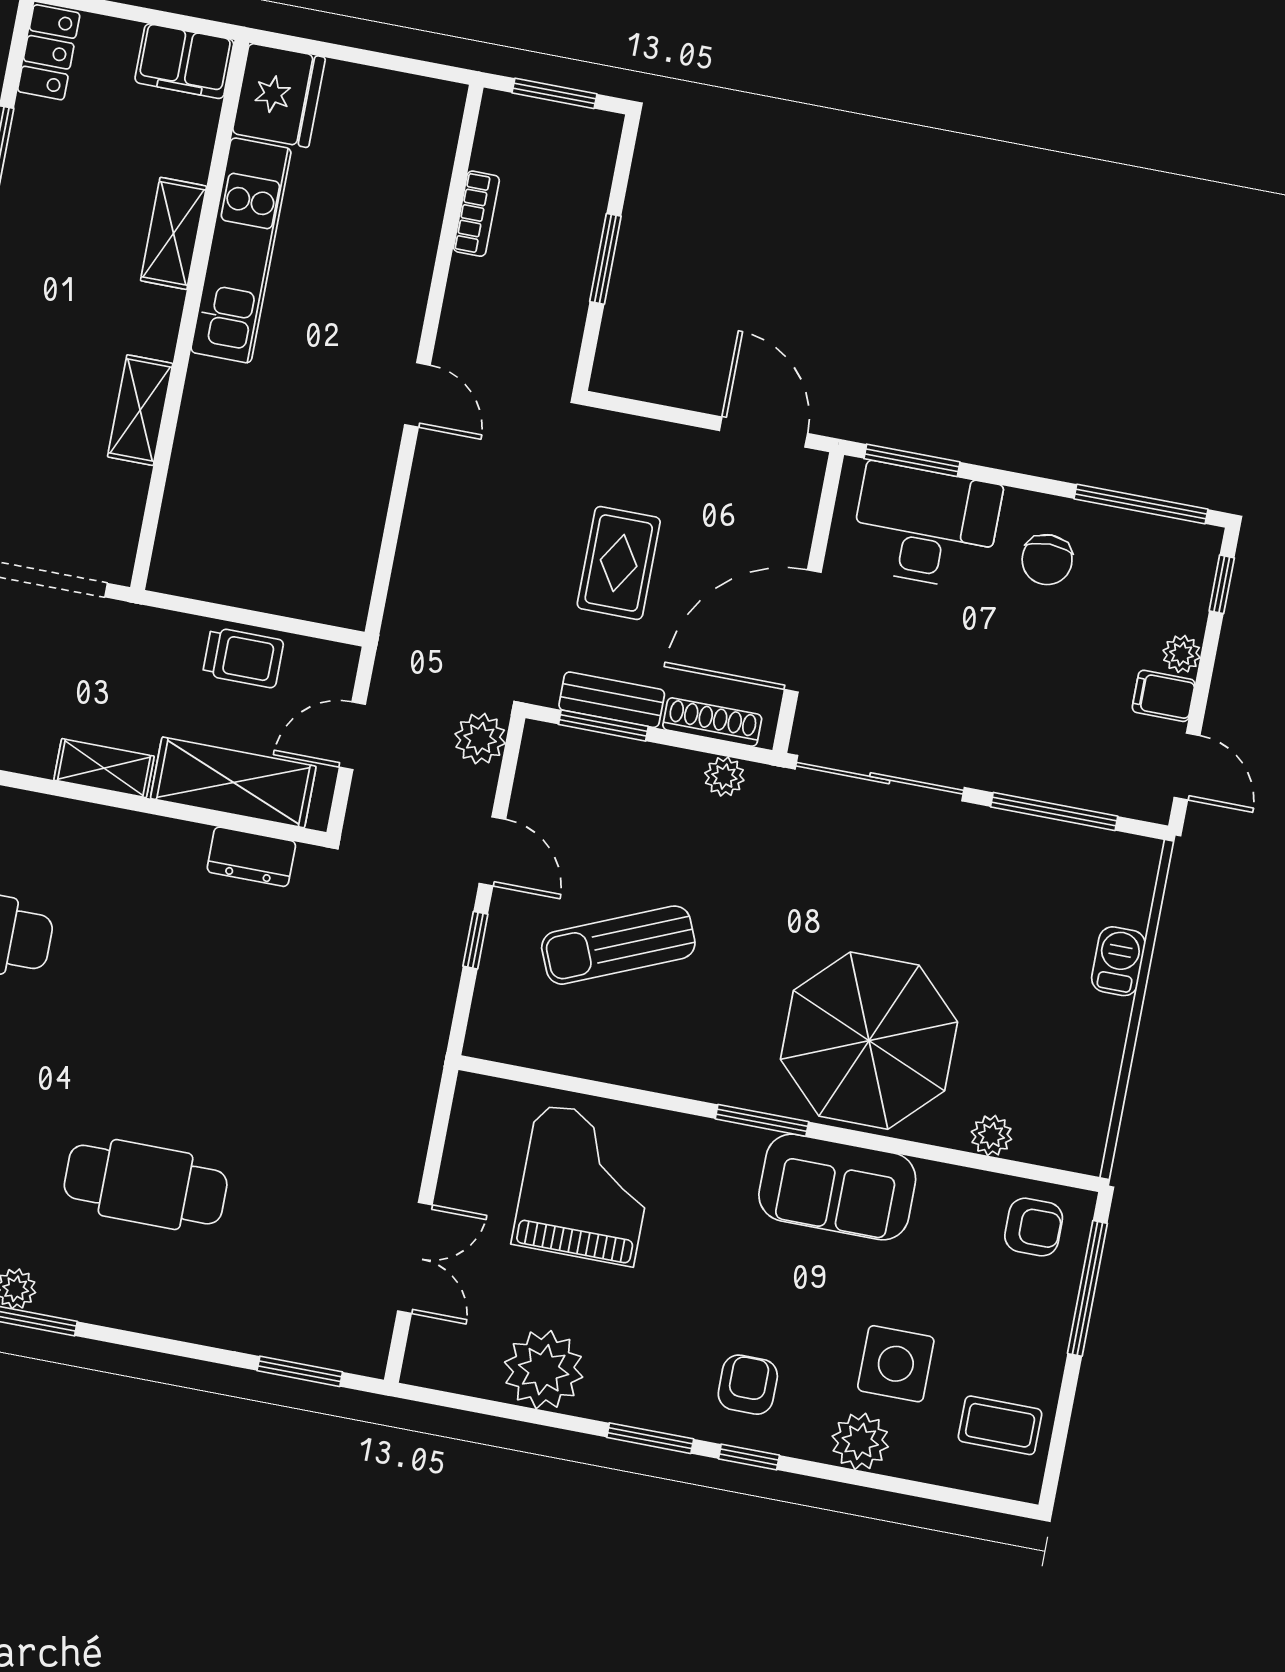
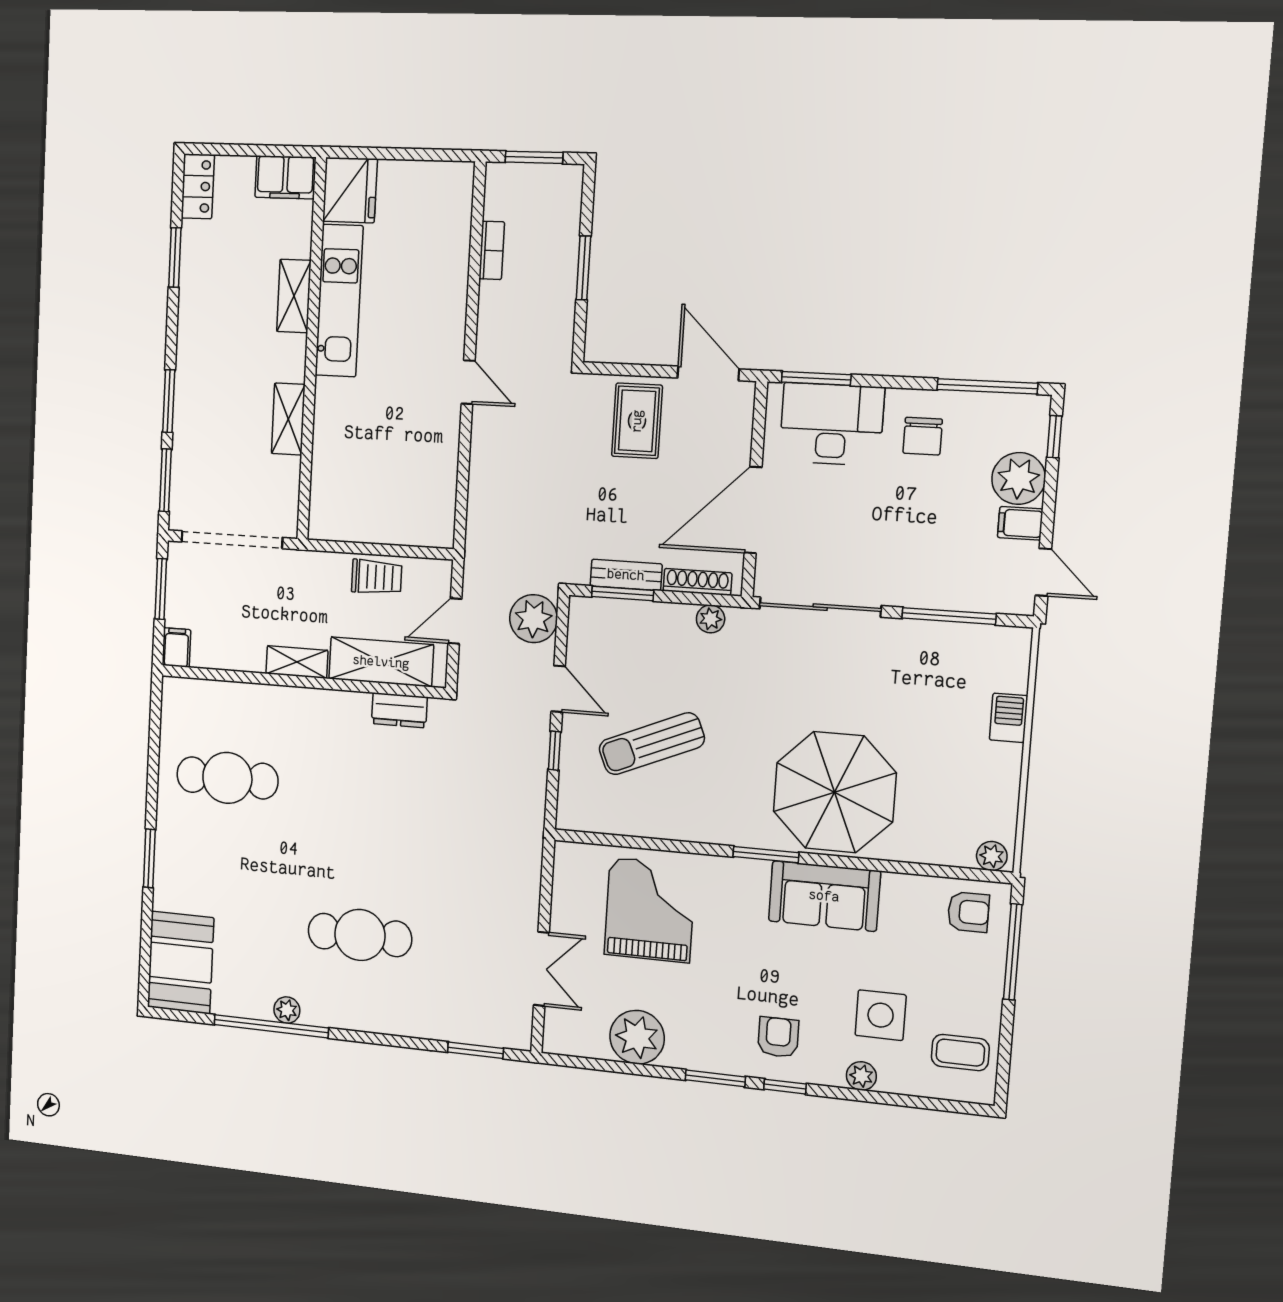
rug: (619, 563) -> (637, 421), moved
plant: (1182, 654) -> (1019, 478), width x1.87, depth x1.87
plant: (480, 739) -> (534, 619), width x1.36, depth x1.36
plant: (991, 1135) -> (992, 856), moved
plant: (860, 1441) -> (861, 1076), width x0.73, depth x0.73

